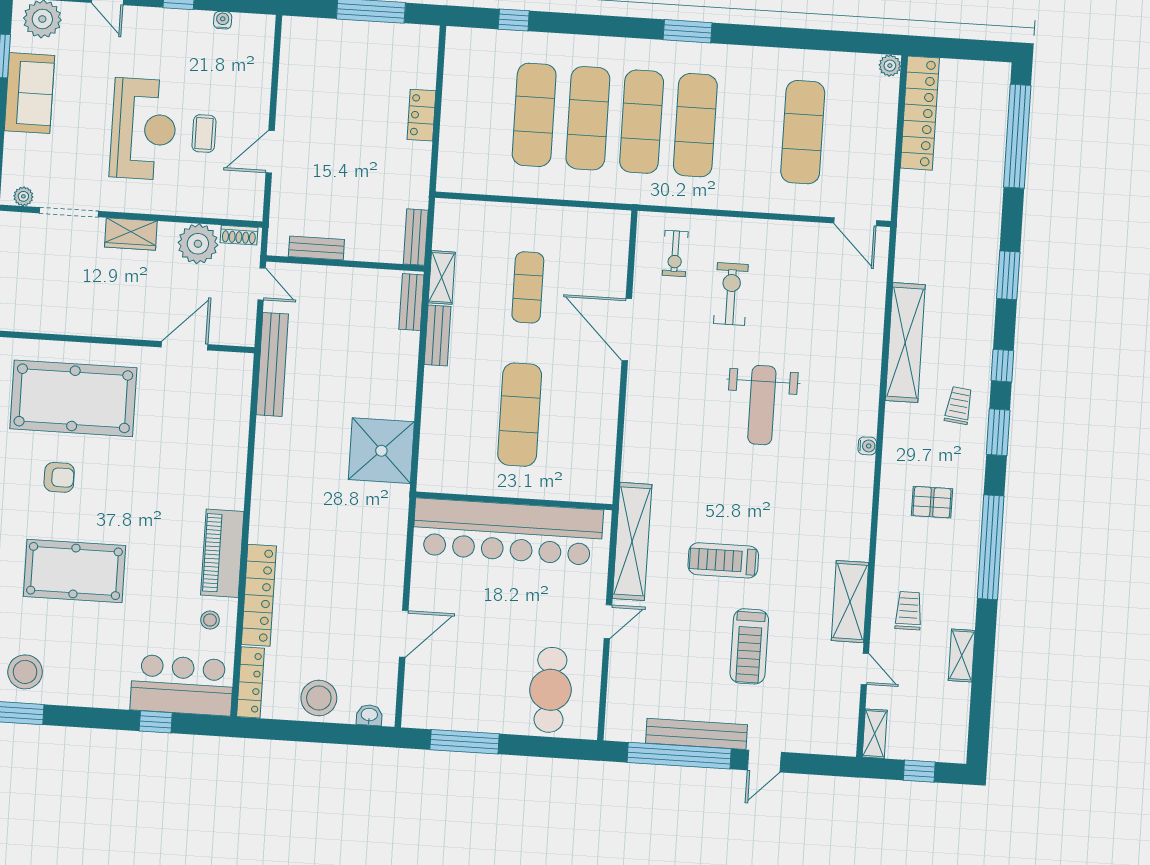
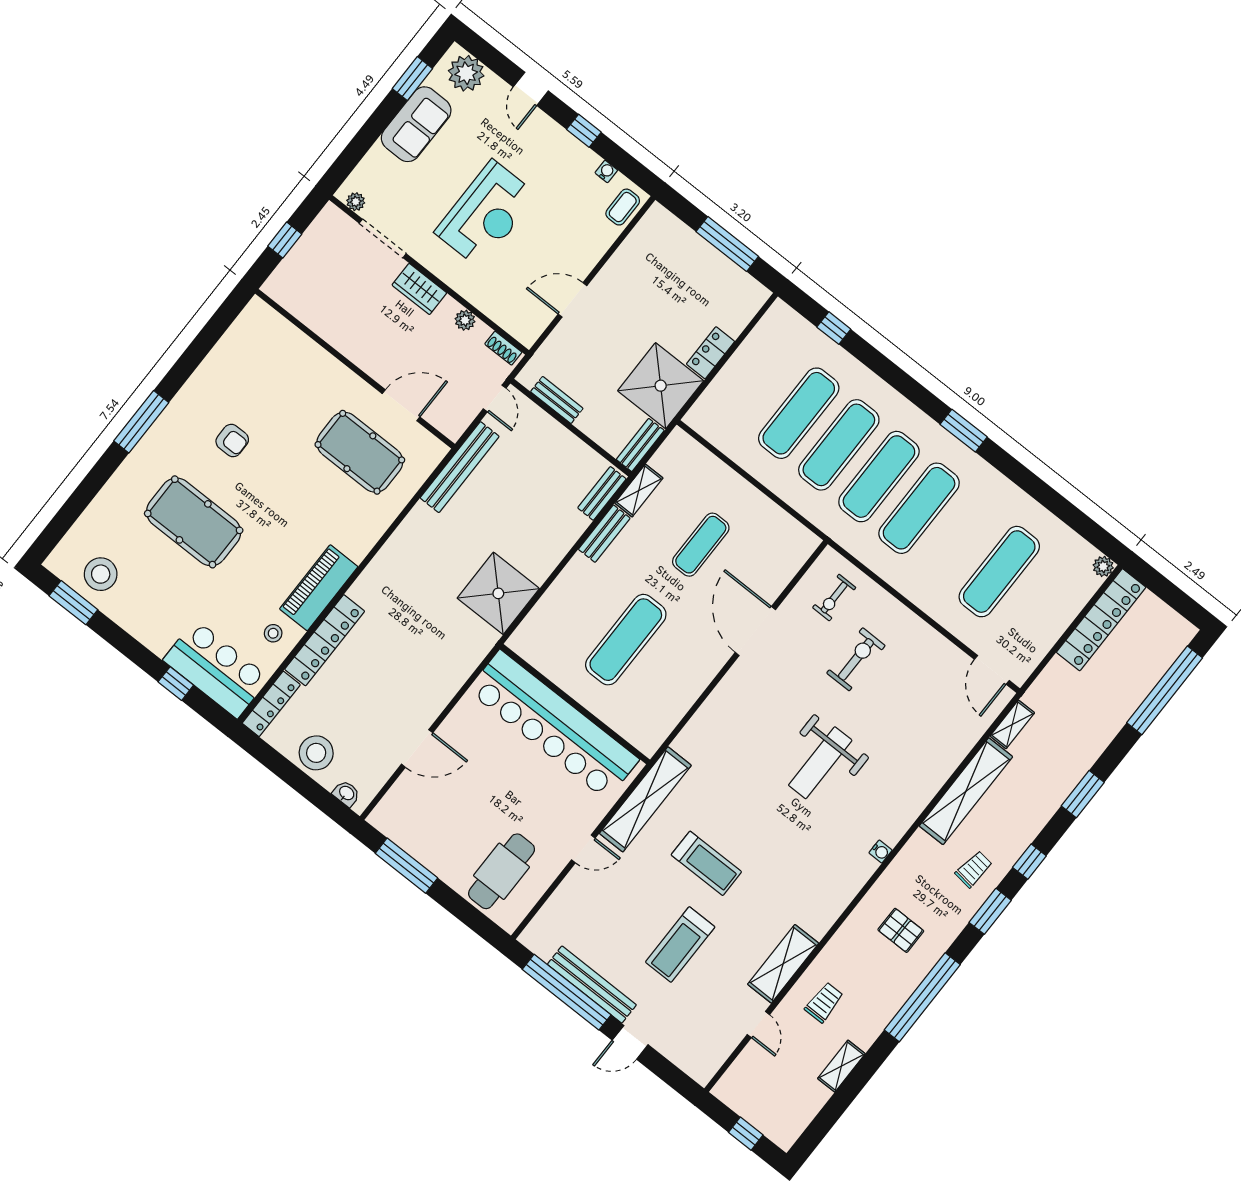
coffee table: (204, 134) -> (623, 207), moved
shower: (398, 174) -> (661, 386), added
plant: (198, 244) -> (465, 320), width x0.53, depth x0.53
pool table: (73, 398) -> (360, 452), moved, width x0.73, depth x0.76
treadmill: (723, 560) -> (706, 863), turned 180
shelving: (875, 734) -> (1012, 724), moved

